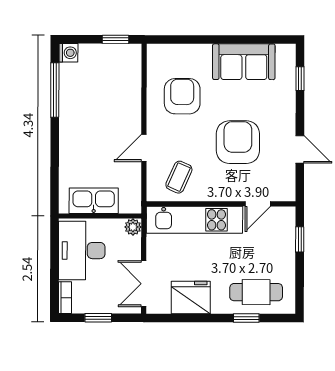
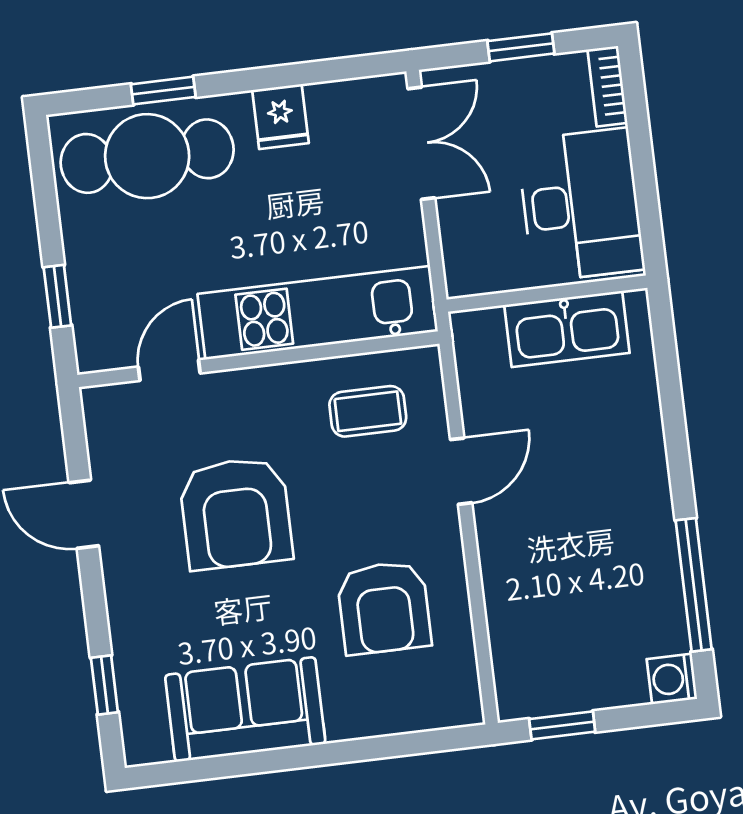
coffee table: (179, 177) -> (368, 411), turned 66
plant: (133, 227) -> (464, 277), removed
cafe table: (256, 292) -> (147, 156), width x1.37, depth x1.35
fridge: (191, 297) -> (280, 117), width x0.53, depth x0.75

